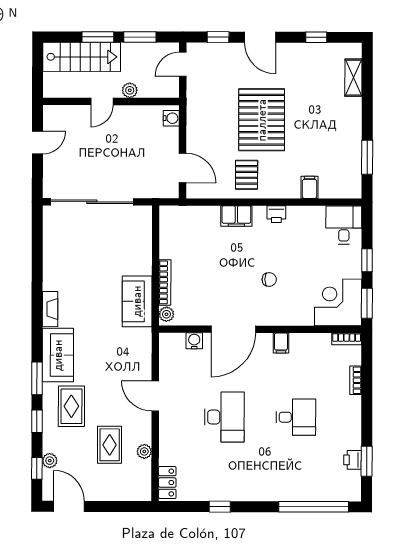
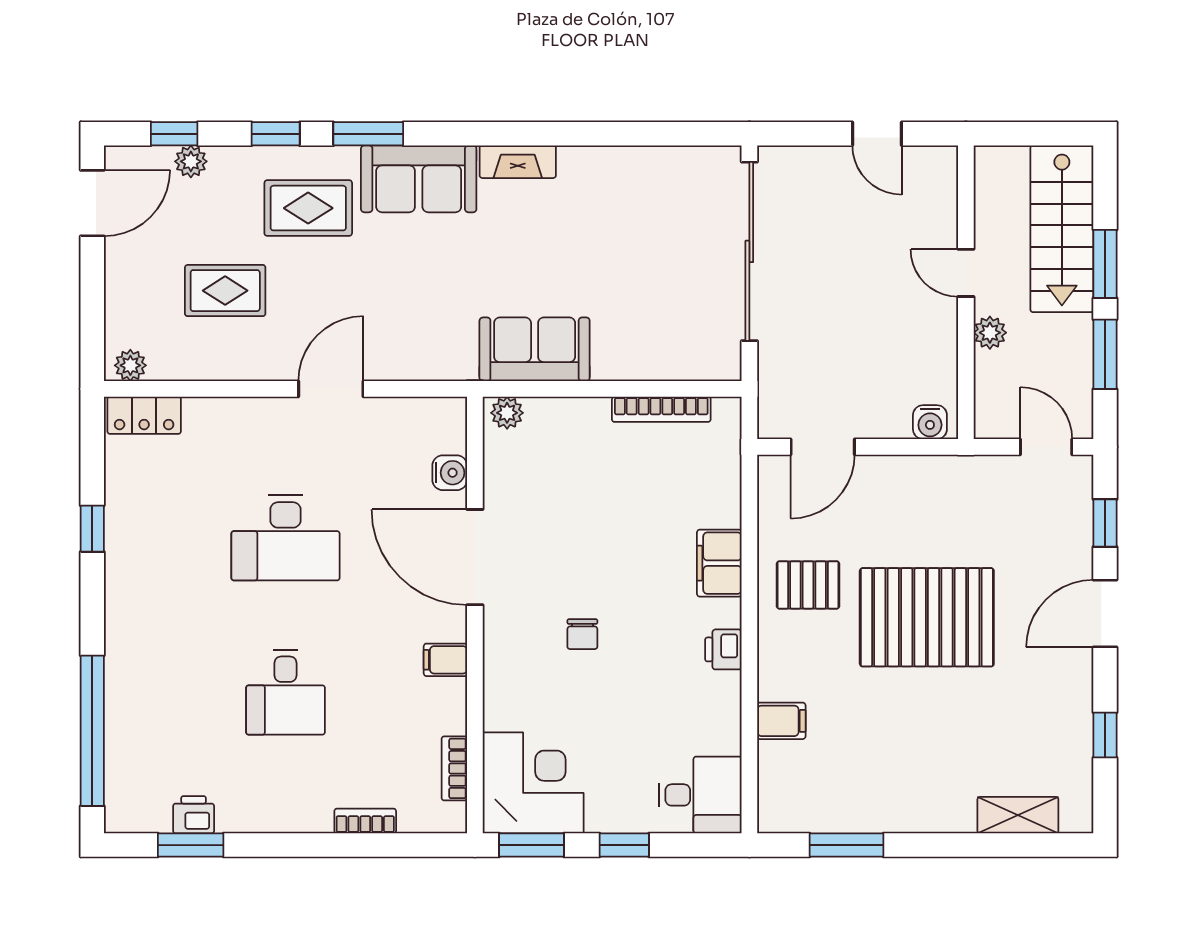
bookcase: (165, 282) -> (661, 409), moved
bookcase: (347, 339) -> (454, 768), moved
plant: (144, 451) -> (130, 365), moved

